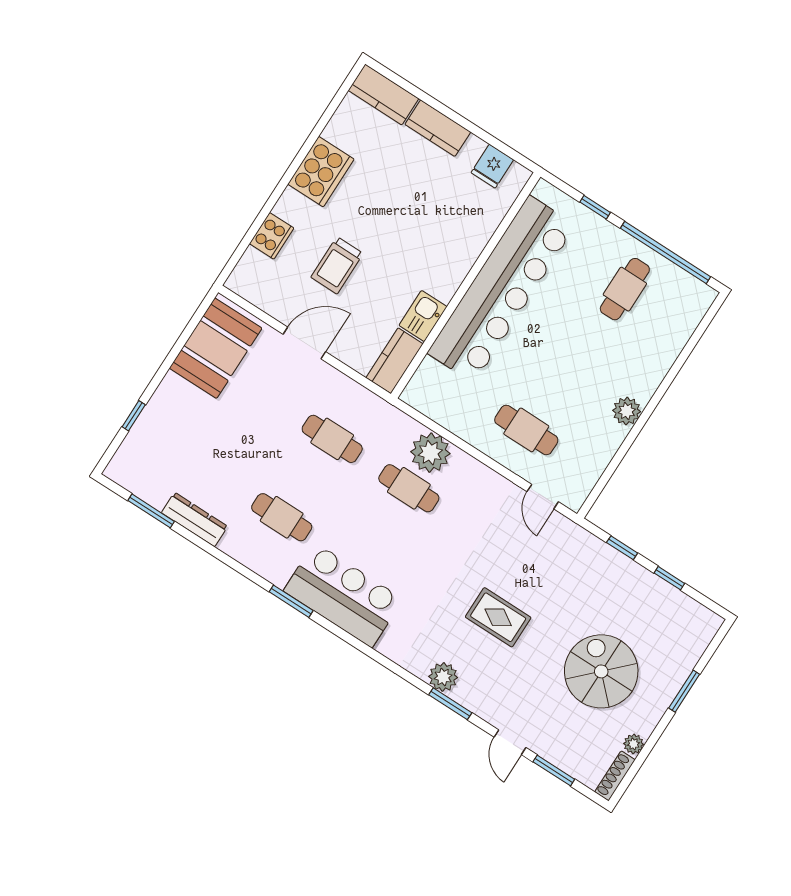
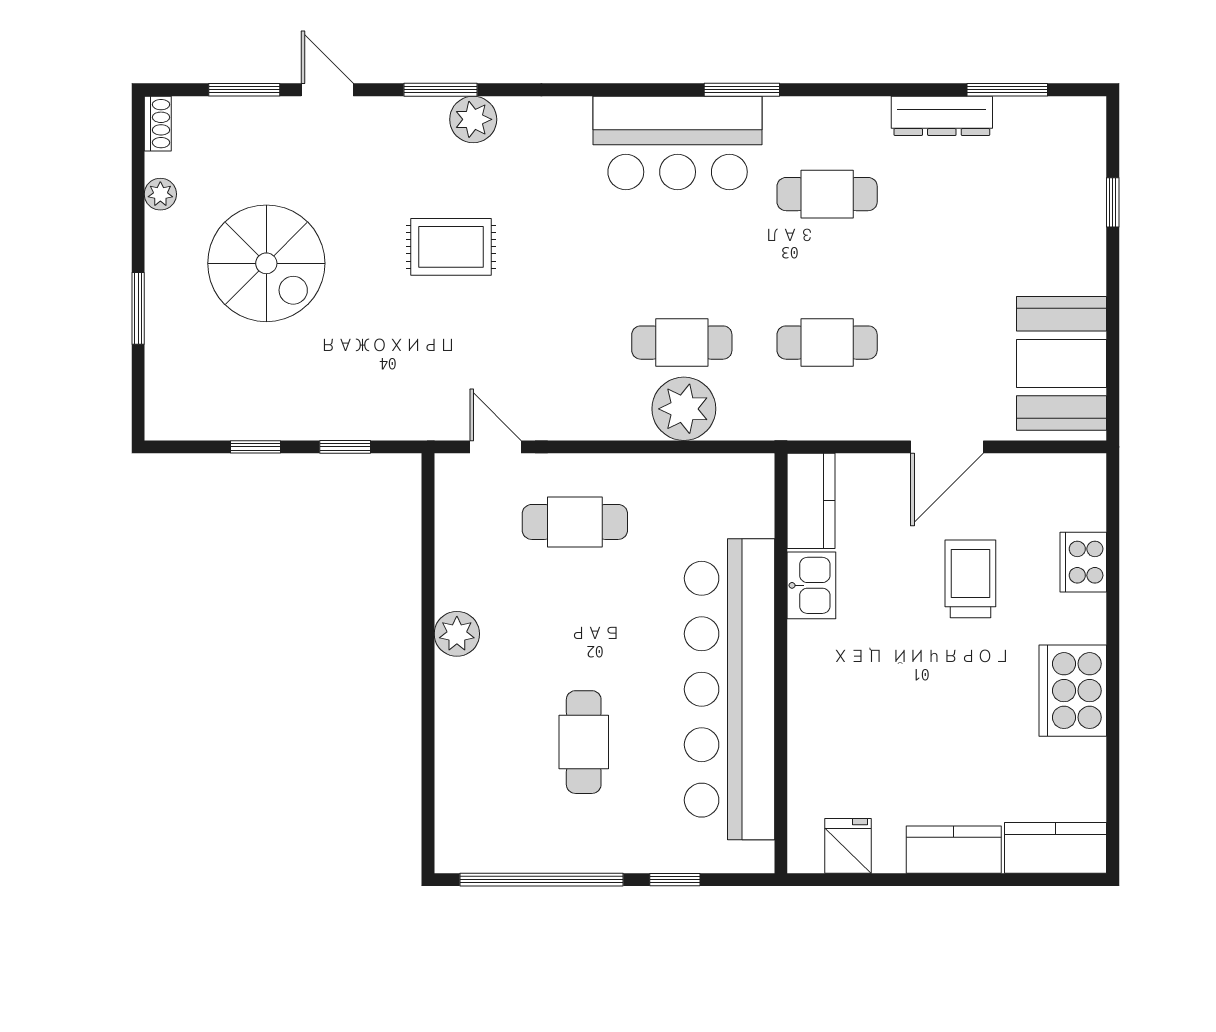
cafe table: (625, 289) -> (584, 742), moved
shoe rack: (615, 776) -> (158, 124), width x0.70

